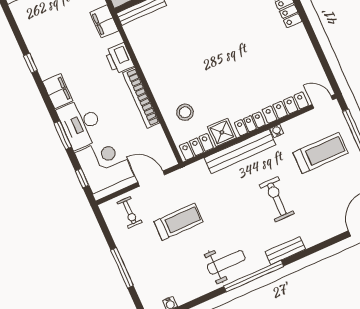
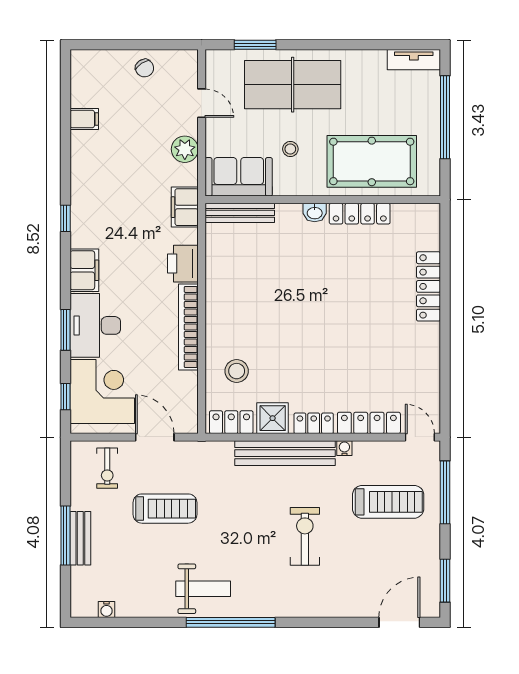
bench: (285, 251) -> (80, 538), moved, turned 90

